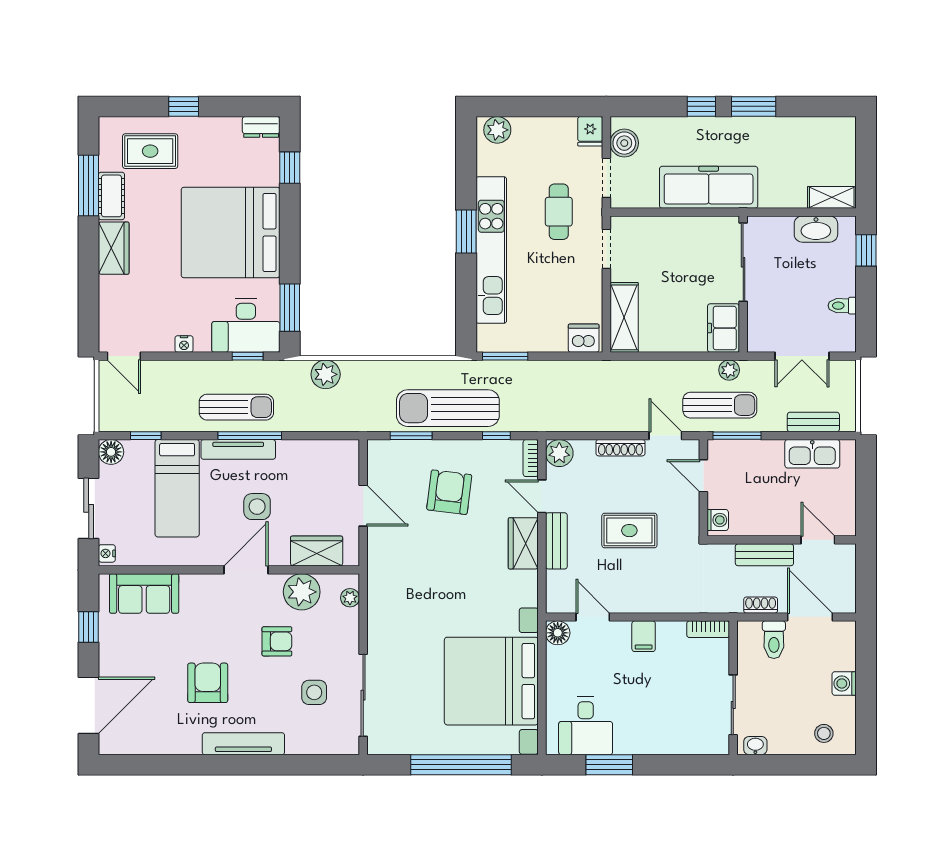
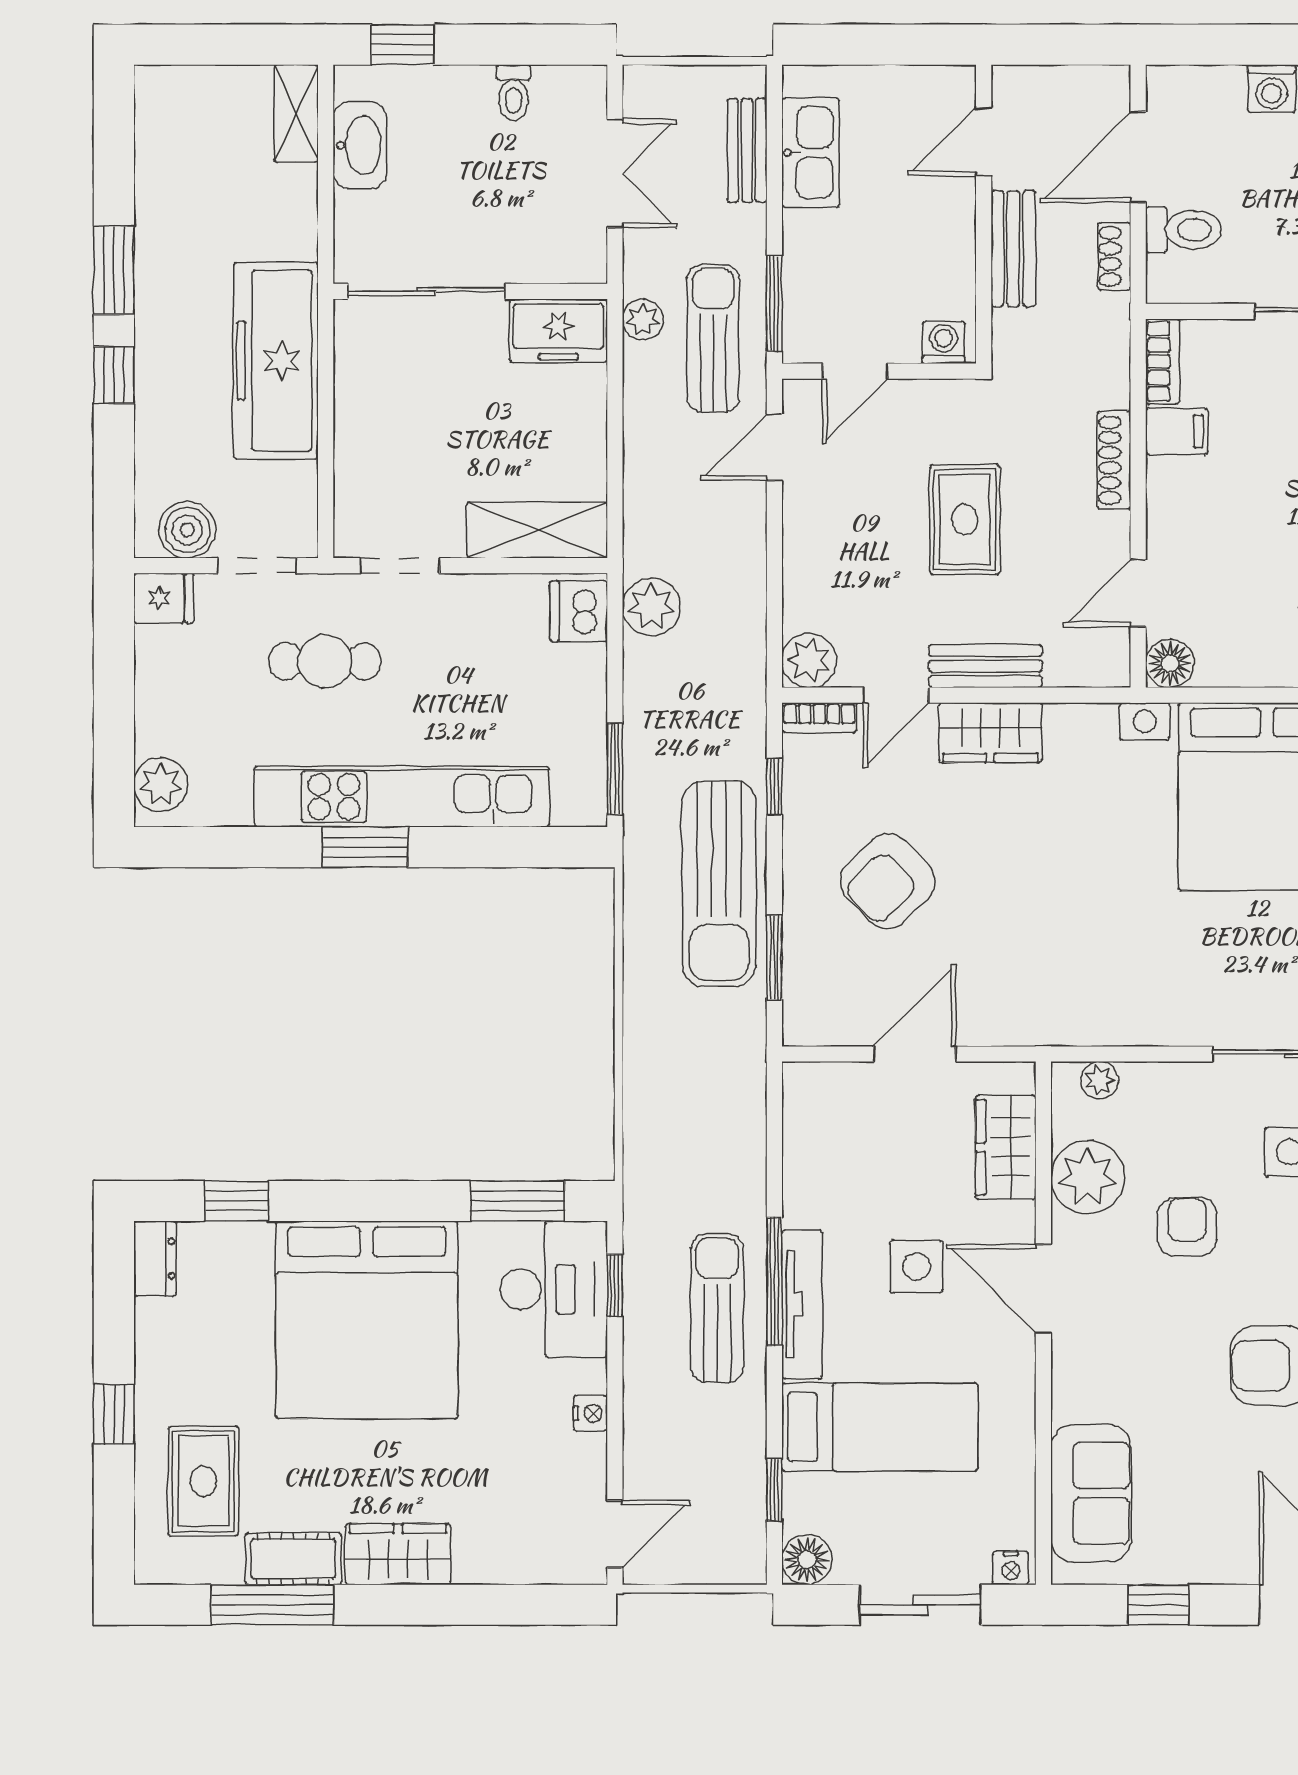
plant: (326, 374) -> (651, 607), moved
shoe rack: (620, 448) -> (1114, 460), moved, turned 180
armchair: (449, 492) -> (888, 881), turned -51
filing cabinet: (644, 636) -> (1177, 431), moved

